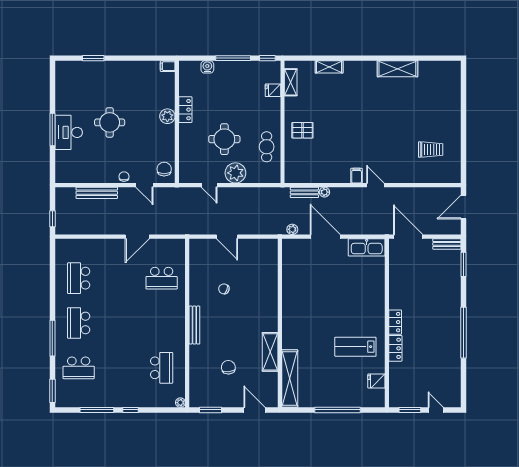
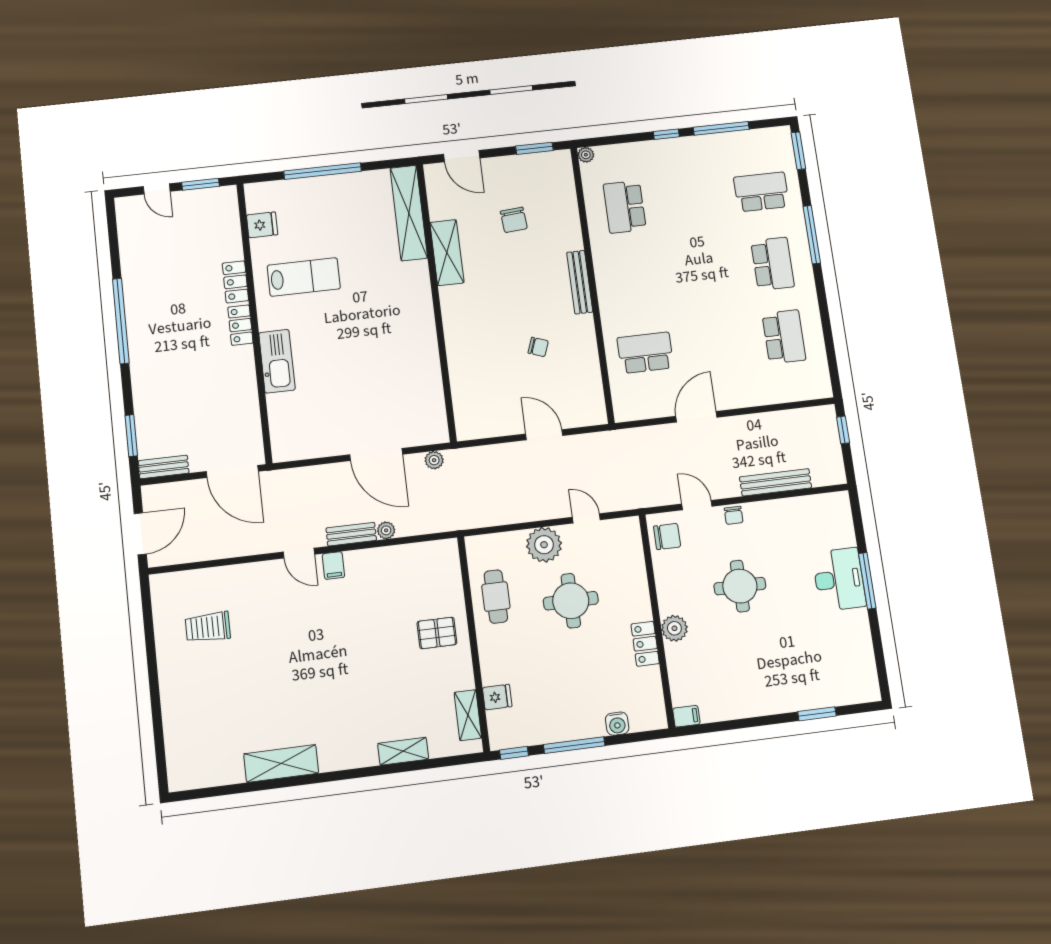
round table: (110, 122) -> (740, 586), moved
chair: (164, 169) -> (667, 536), turned -90
bench: (304, 192) -> (351, 534), moved
kitchen sink: (367, 247) -> (277, 361), moved, turned 90

